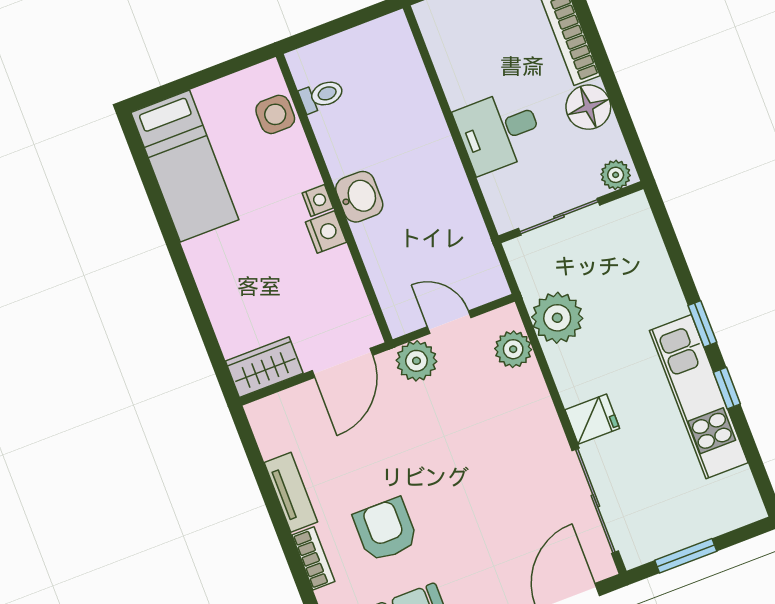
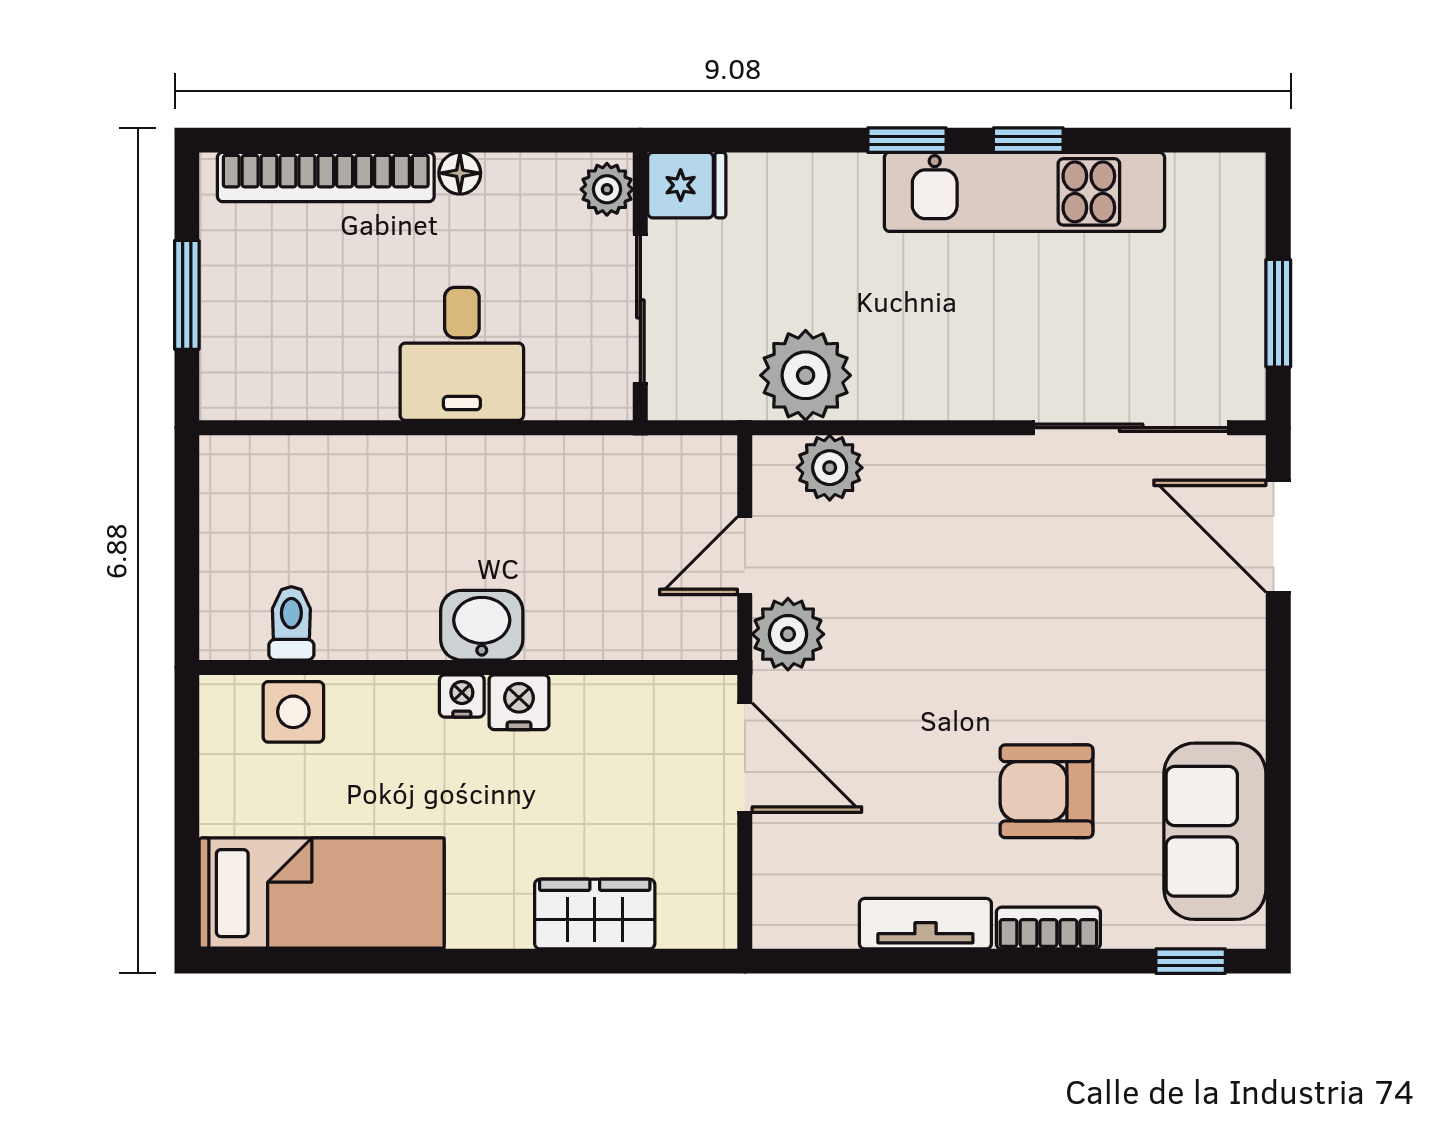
floor lamp: (588, 107) -> (460, 173), width x0.53, depth x0.53
wardrobe: (264, 367) -> (595, 914), moved, turned 90
fridge: (592, 419) -> (687, 185), moved, turned 90

